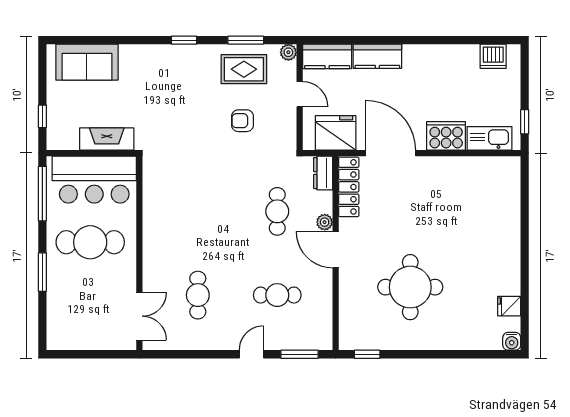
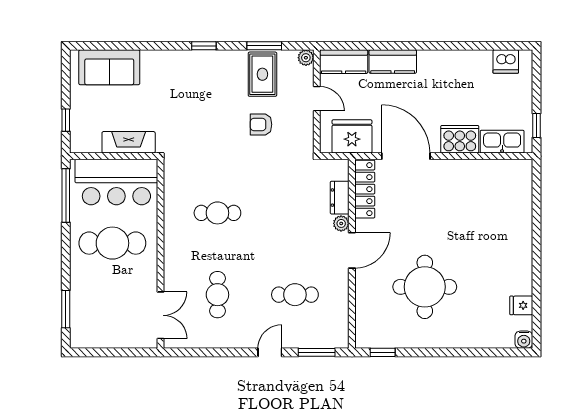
rug: (244, 69) -> (262, 74), turned 90
dresser: (323, 173) -> (340, 198), moved
cafe table: (277, 211) -> (217, 213), moved, turned 90
door: (336, 250) -> (352, 250), swing flipped
window: (42, 272) -> (66, 309), moved

